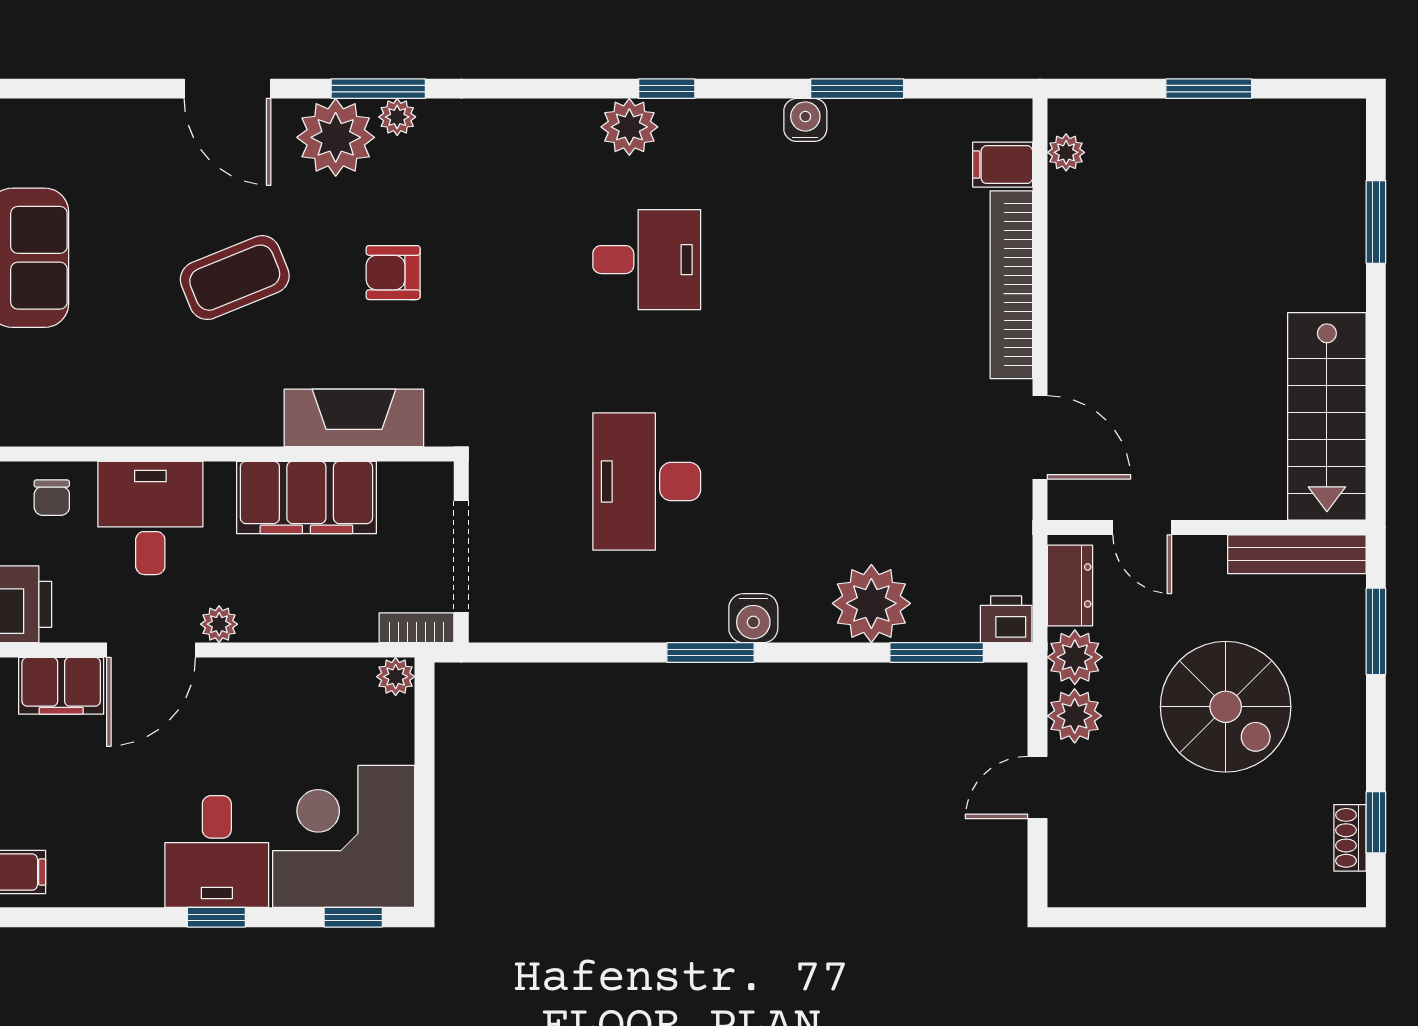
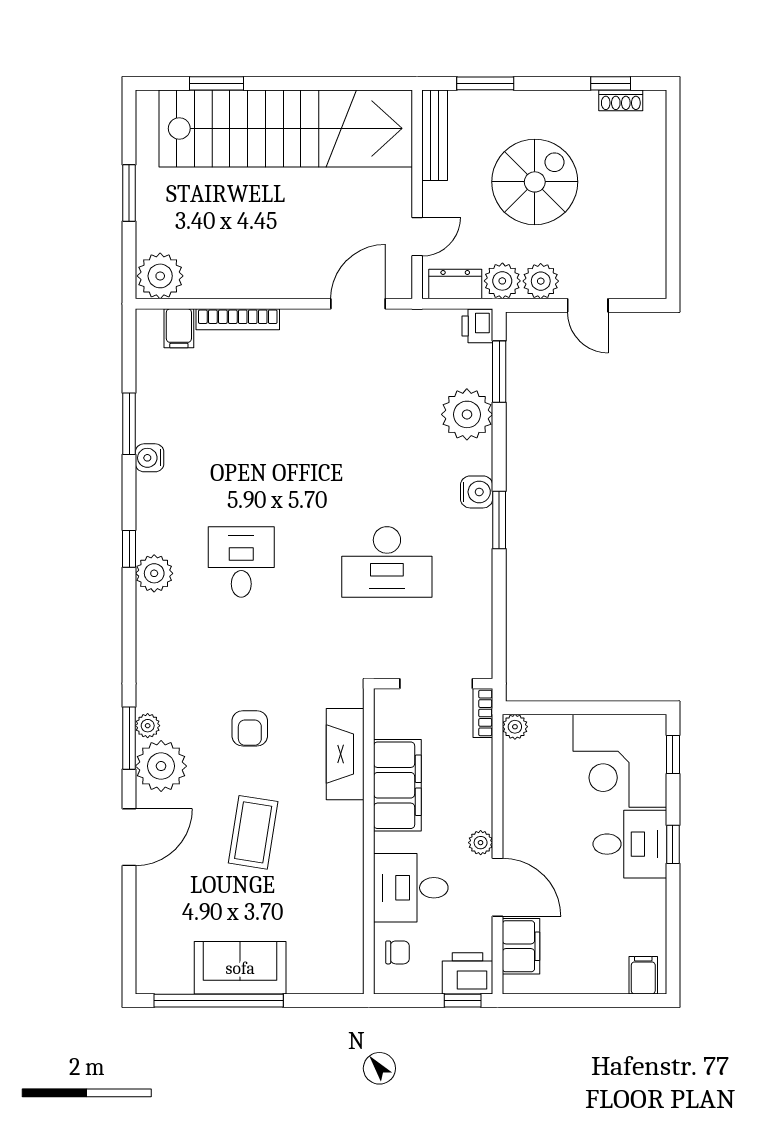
plant: (1066, 152) -> (160, 276), width x1.87, depth x1.87
coffee table: (235, 278) -> (253, 832), turned 31
bookcase: (1011, 285) -> (238, 319), width x0.68, depth x0.76
stairs: (1327, 416) -> (286, 128), width x1.86, depth x1.51

